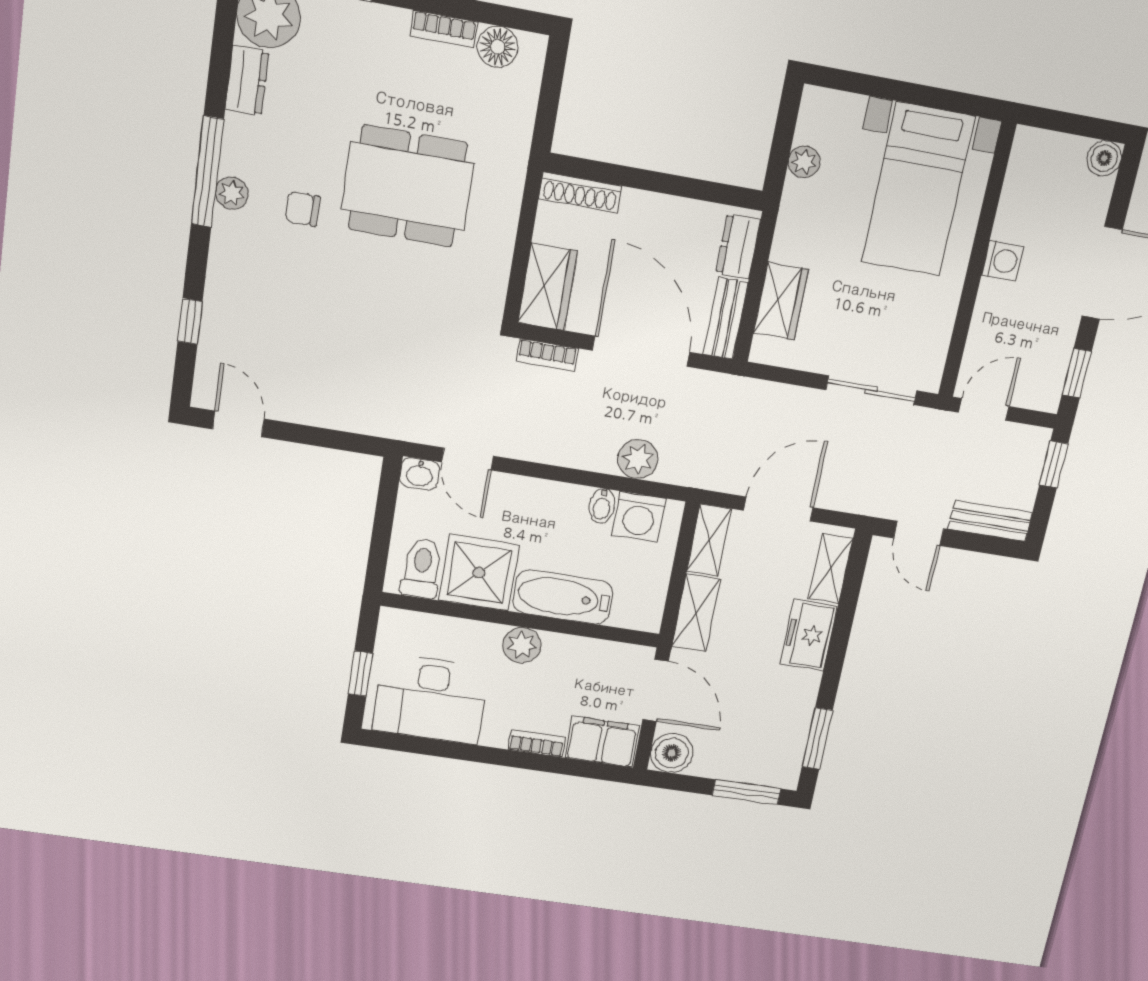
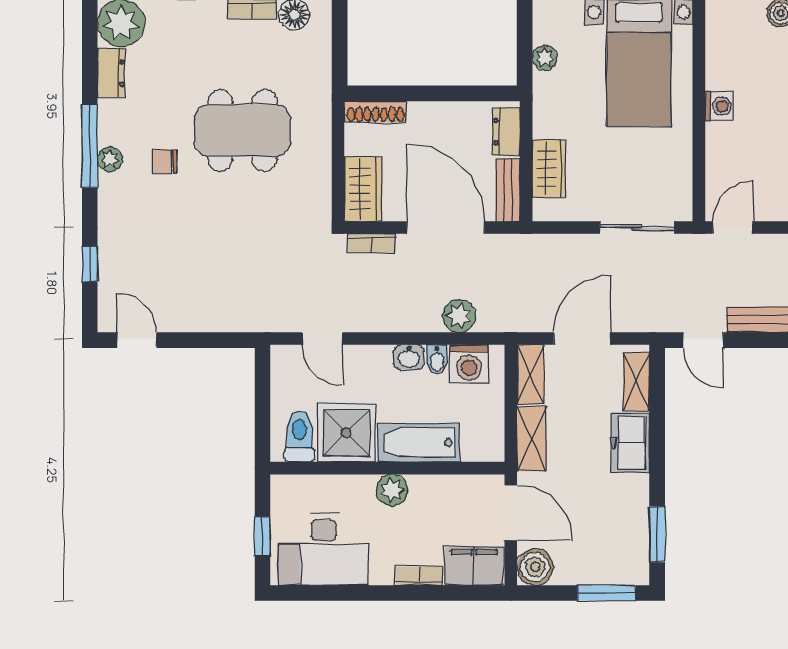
washbasin: (420, 474) -> (409, 357), moved

